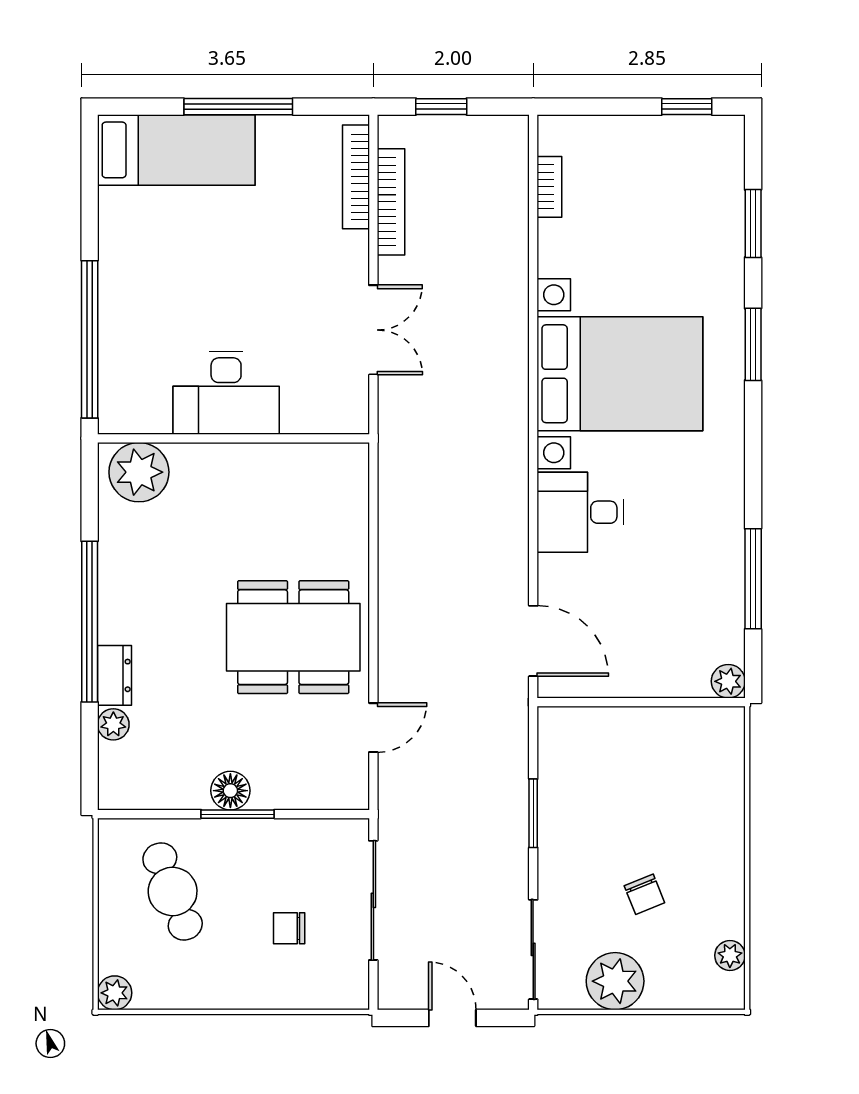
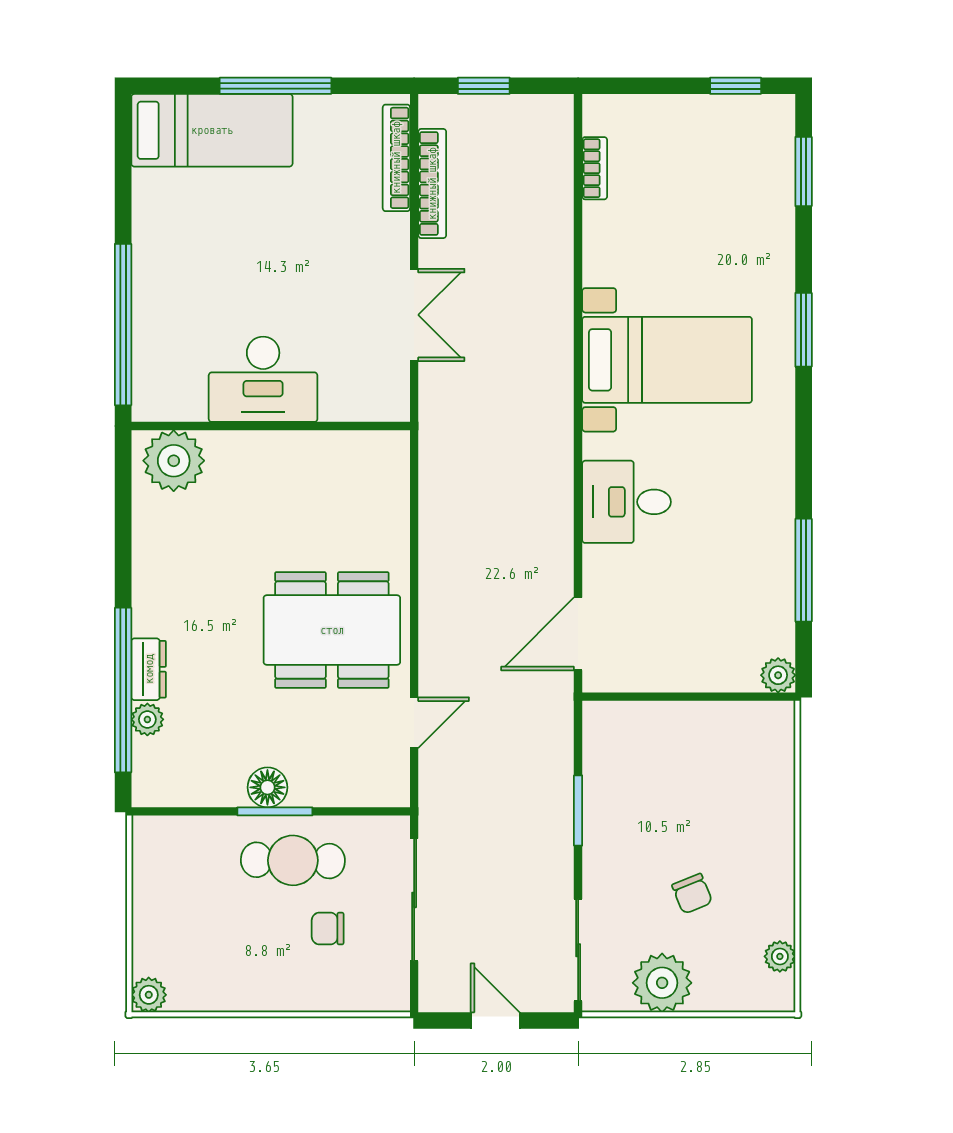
window: (753, 224) -> (804, 172), moved
bed with nightstands: (620, 374) -> (667, 360), width x0.73
window: (90, 622) -> (123, 690), moved
door: (533, 641) -> (578, 634), swing flipped
cafe table: (173, 891) -> (293, 860), moved, turned -68

